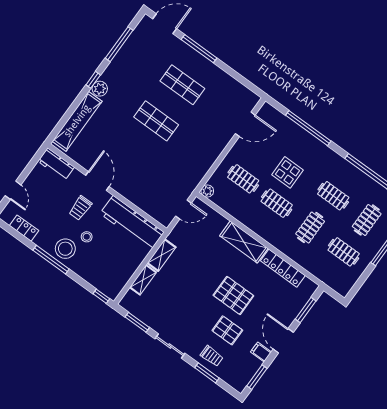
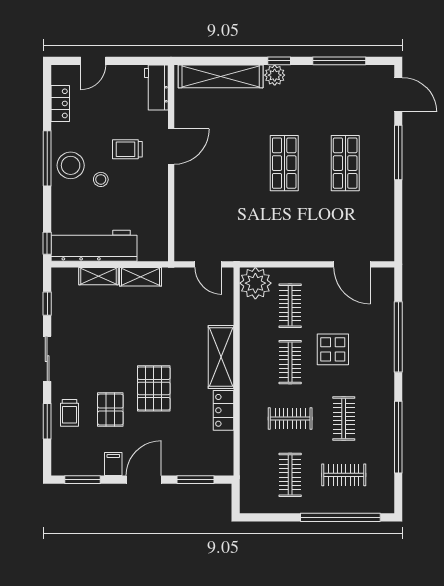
plant: (207, 191) -> (255, 283), width x1.87, depth x1.87
workbench: (132, 223) -> (94, 246), moved, turned 90
locker: (283, 268) -> (223, 410), width x0.66
window: (137, 322) -> (47, 304), width x0.67

